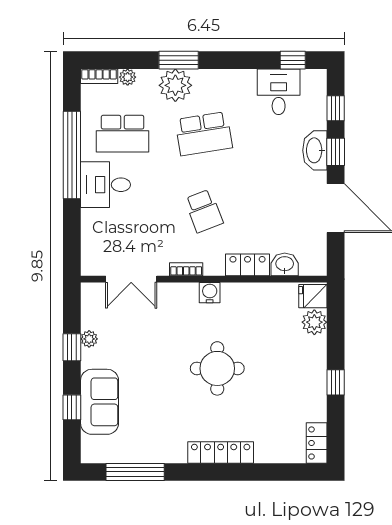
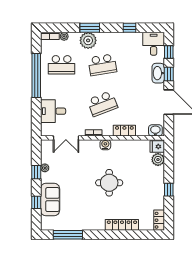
window: (293, 60) -> (129, 28), moved
desk: (279, 92) -> (154, 44), moved
desk: (106, 185) -> (53, 111), moved
school desk: (204, 211) -> (102, 104), width x1.85
washbasin: (285, 264) -> (155, 130), moved
locker: (221, 452) -> (122, 225), moved

